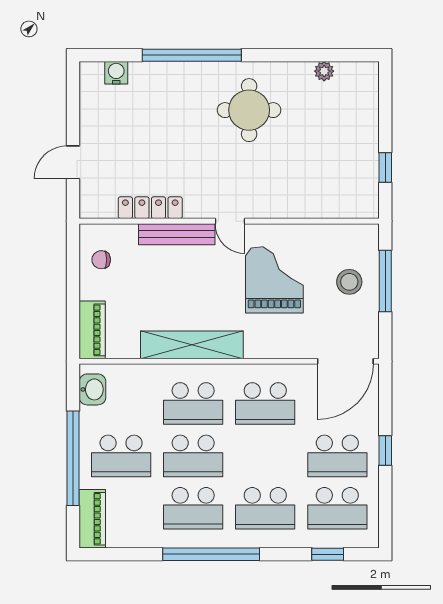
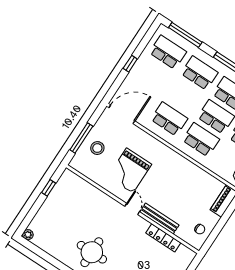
plant: (324, 71) -> (28, 235), moved
shelving: (192, 345) -> (185, 166), removed
school desk: (337, 456) -> (153, 75), removed
window: (328, 554) -> (185, 35), width x2.17

